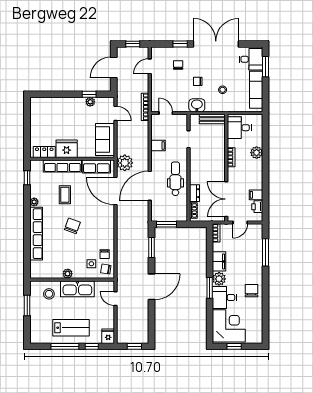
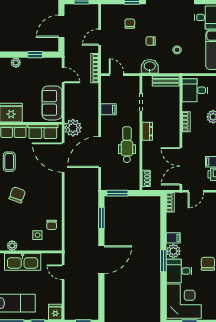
door: (150, 66) -> (100, 37), moved
plant: (90, 102) -> (16, 63), moved
dresser: (194, 193) -> (147, 131), moved
filing cabinet: (219, 261) -> (173, 238), width x0.50
chair: (106, 269) -> (53, 241), removed

